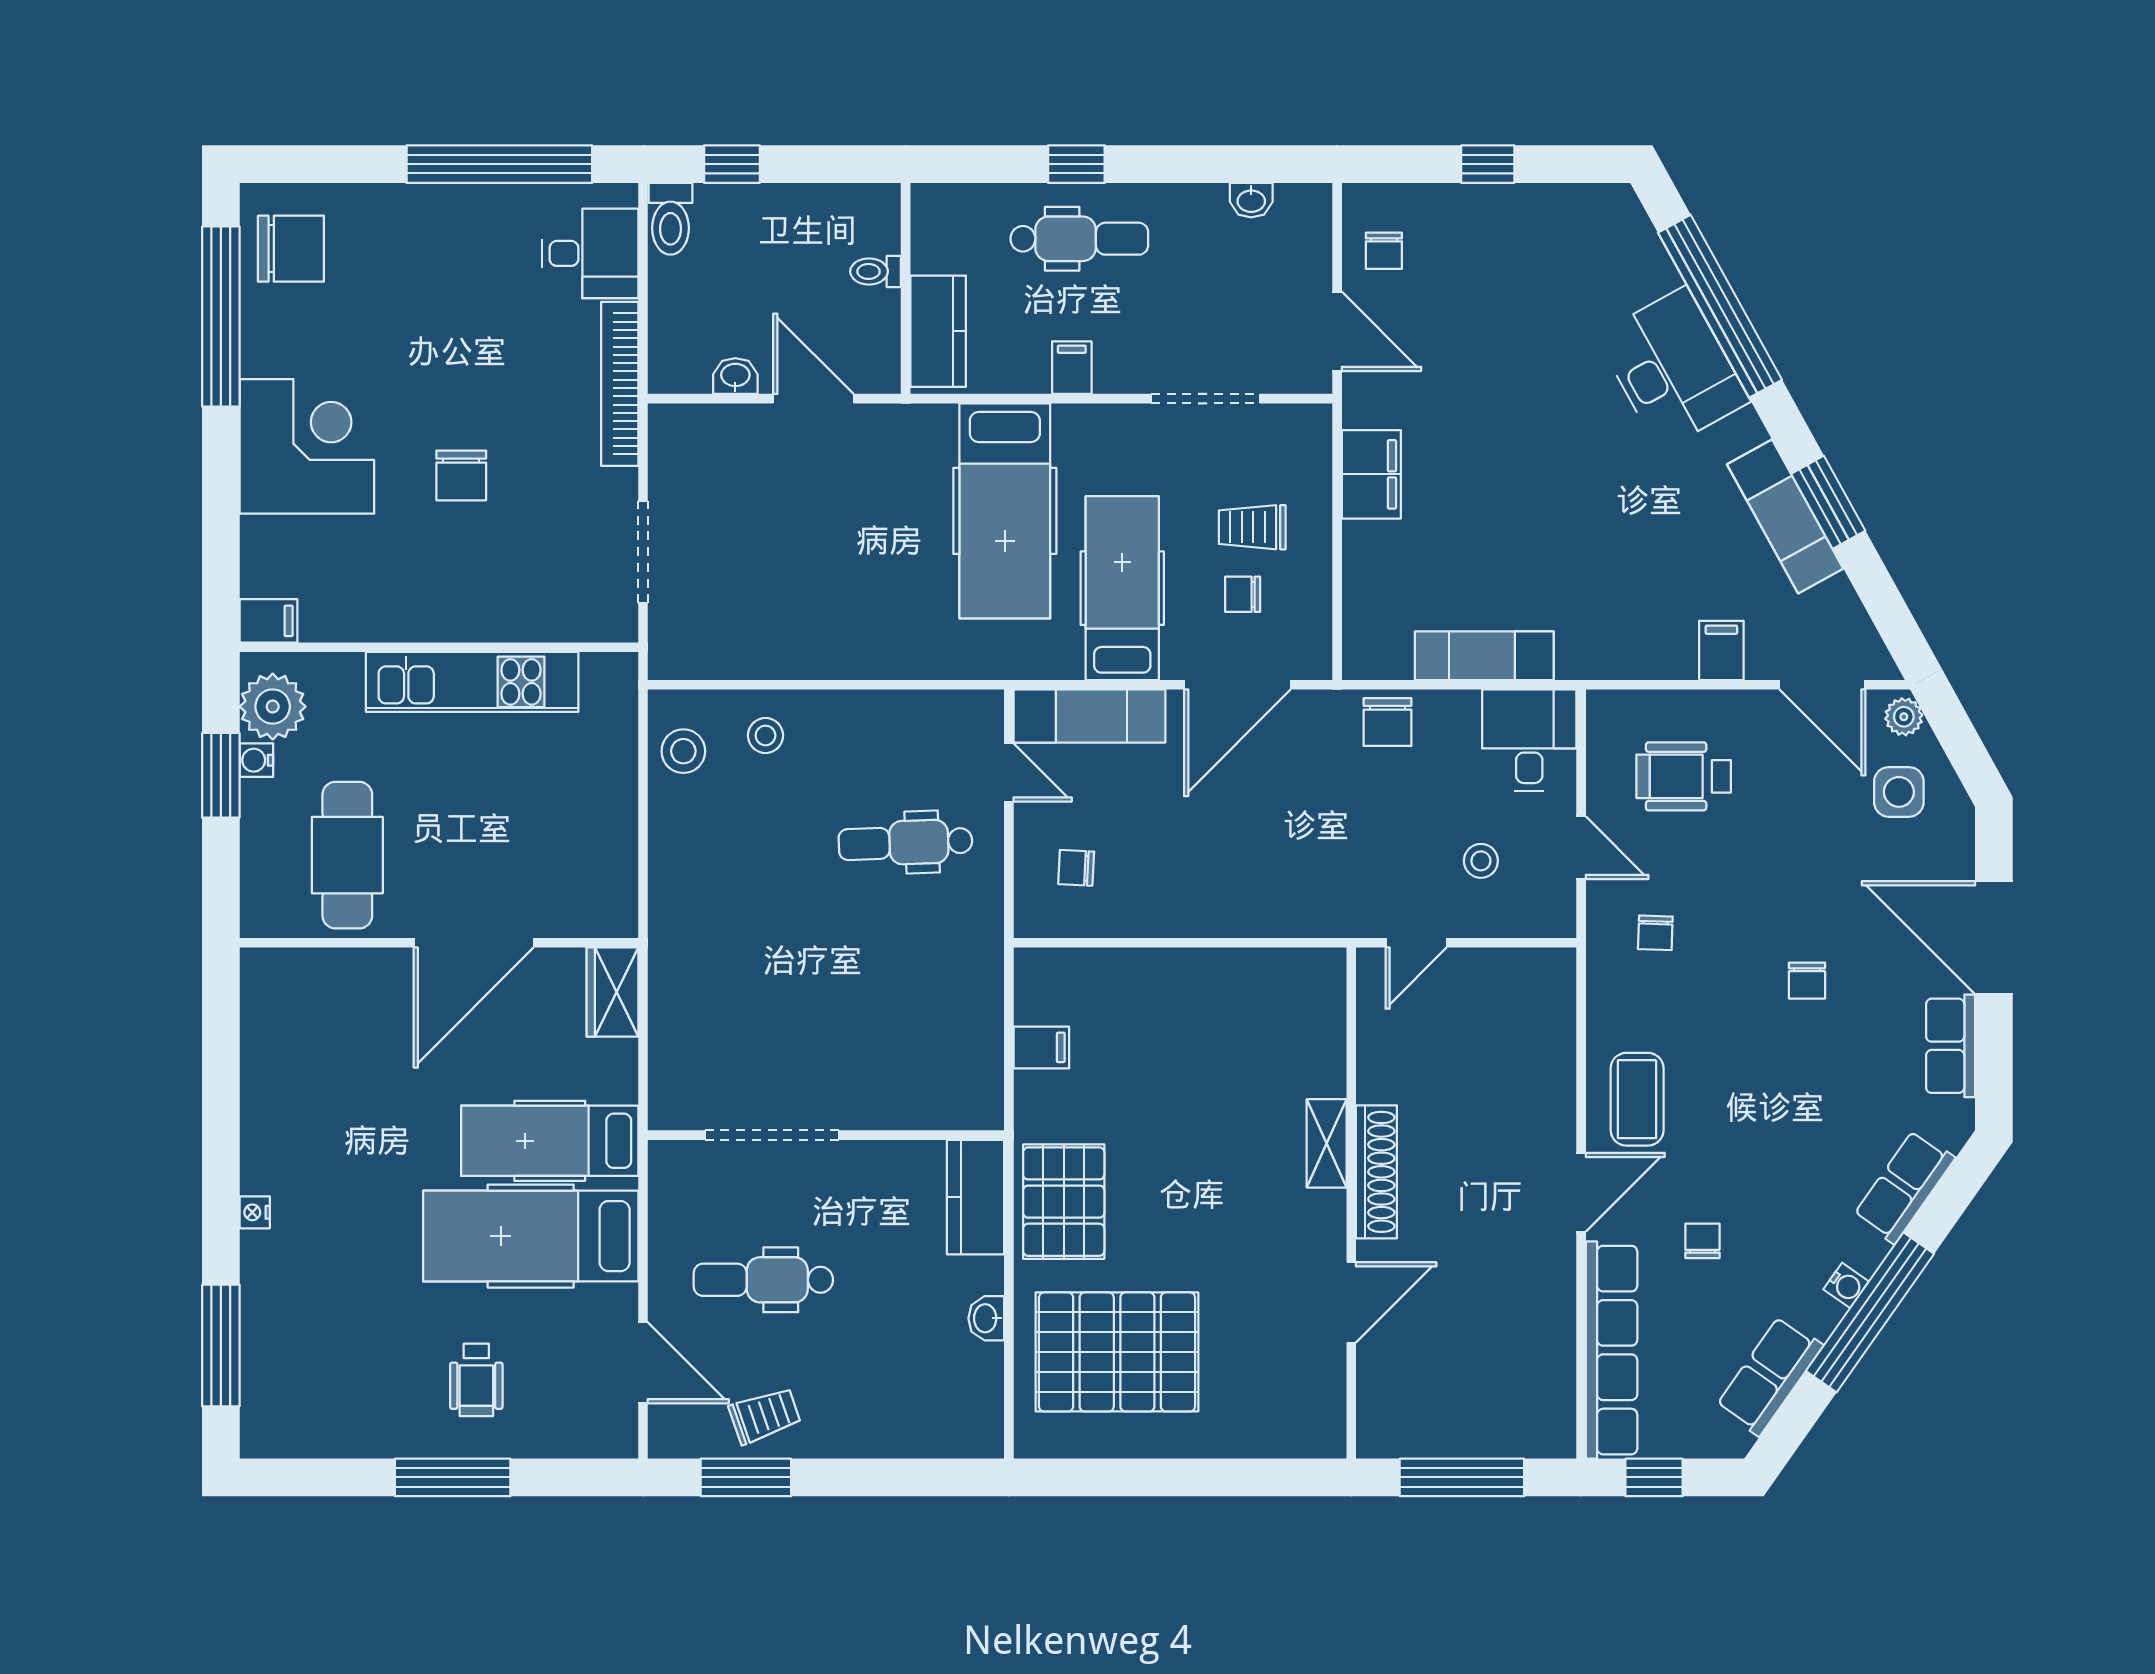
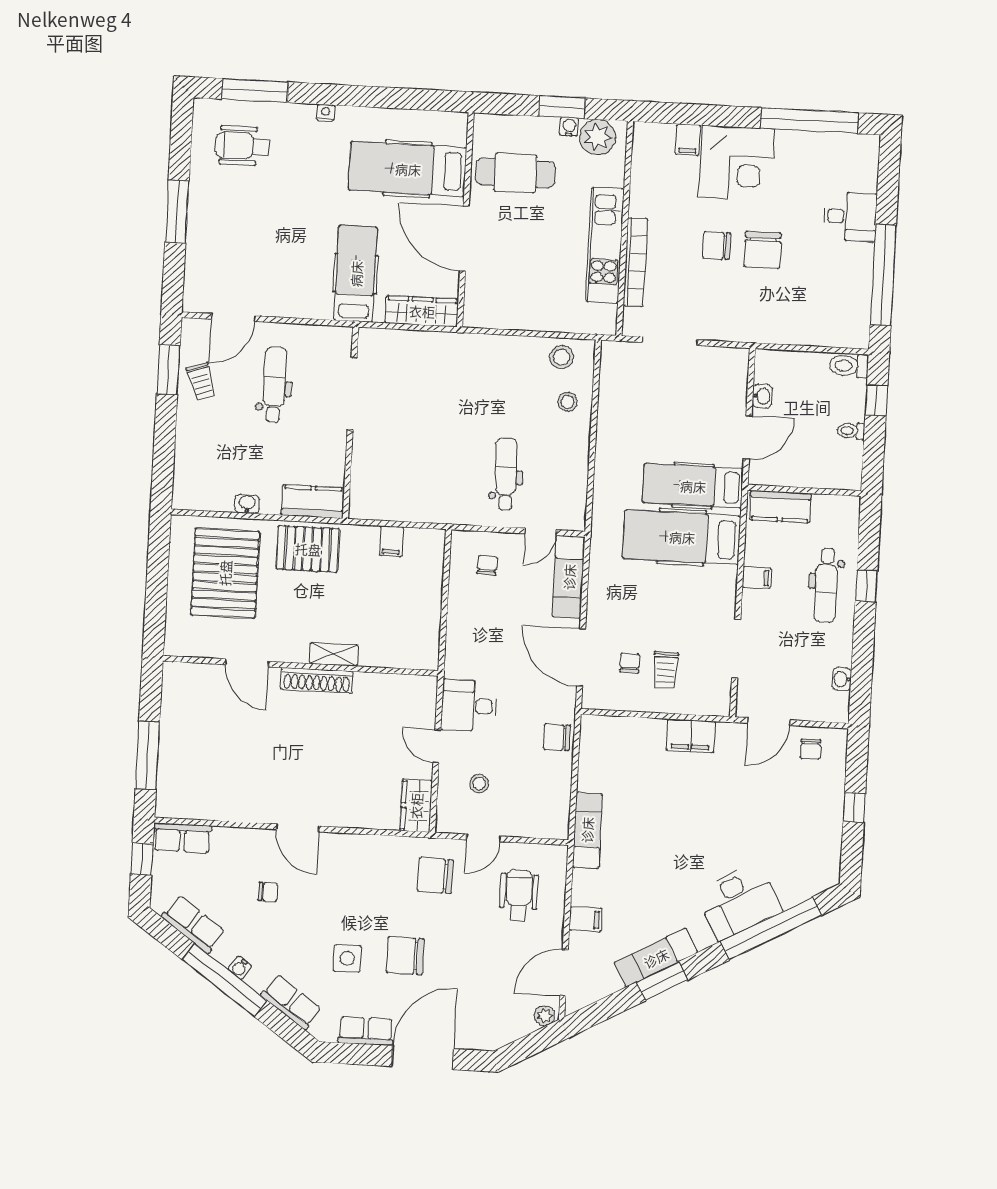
chair: (291, 249) -> (763, 250), moved
chair: (1384, 251) -> (811, 749), turned -90
desk: (590, 253) -> (850, 217), moved, turned -90
toilet: (876, 271) -> (851, 431), moved, turned -90
bookcase: (620, 384) -> (635, 262), moved, turned 90
trolley: (1252, 527) -> (666, 670), turned 180
hospital bed: (1122, 588) -> (693, 486), moved, turned 180
filing cabinet: (268, 621) -> (688, 140), moved
exam couch: (1484, 656) -> (587, 830), moved
desk: (1529, 740) -> (469, 706), moved, turned 180
side table: (1899, 792) -> (347, 958), moved
chair: (1655, 933) -> (435, 875), width x1.87, depth x1.87
wardrobe: (1528, 975) -> (416, 806), added
chair: (1807, 981) -> (405, 956), width x1.87, depth x1.87
wardrobe: (612, 992) -> (422, 311), width x1.50
coffee table: (1637, 1099) -> (346, 861), removed
shelving: (1327, 1143) -> (334, 654), moved
shoe rack: (1376, 1172) -> (317, 680), moved
wall: (1351, 1203) -> (301, 666), moved
hospital bed: (531, 1236) -> (408, 169), moved, turned -90
door: (1351, 1302) -> (247, 663), moved
row of seats: (1612, 1350) -> (182, 838), width x0.50
wheelchair: (476, 1380) -> (242, 146), moved, width x1.36, depth x1.37

